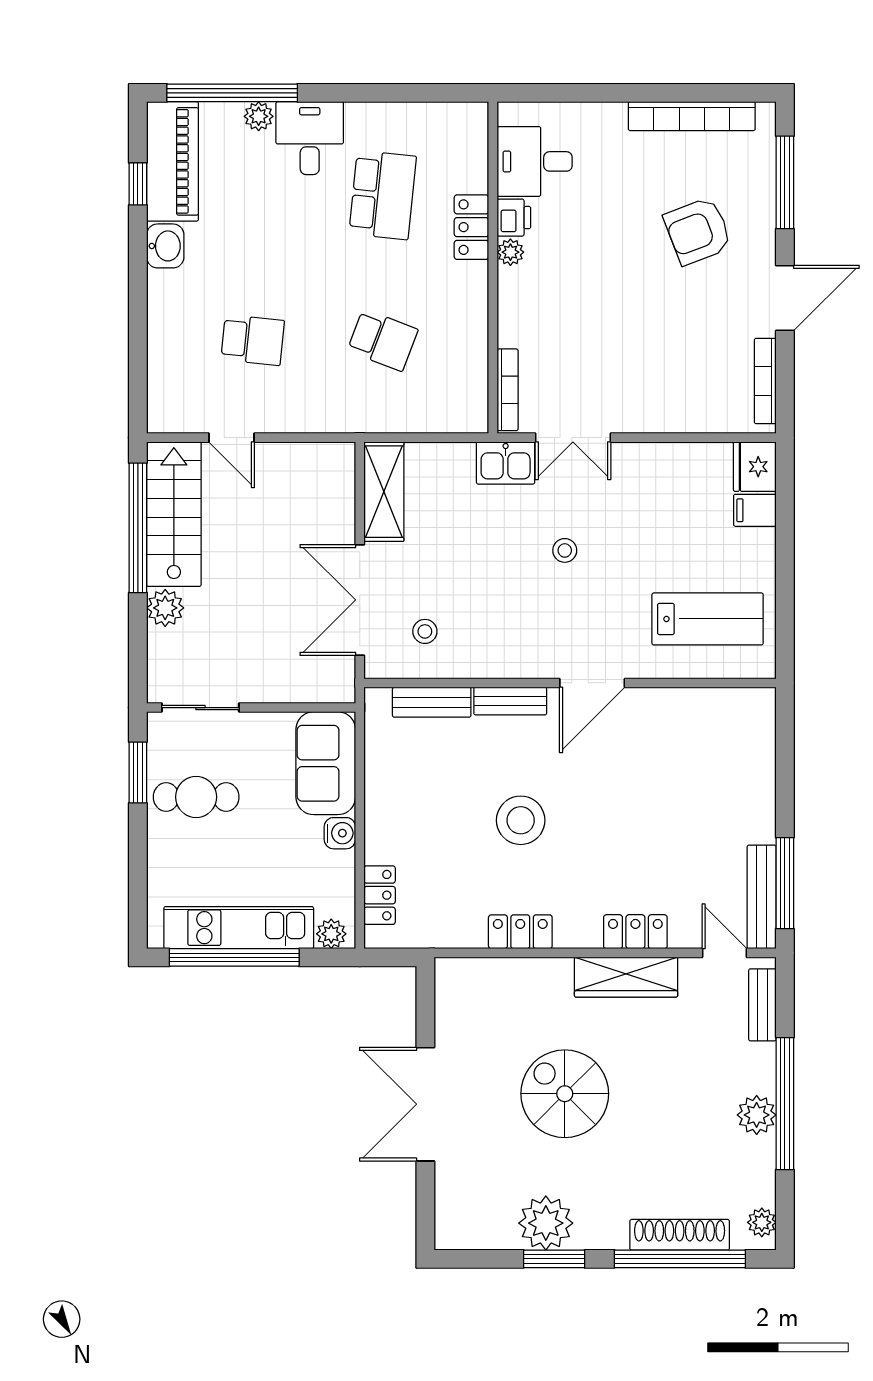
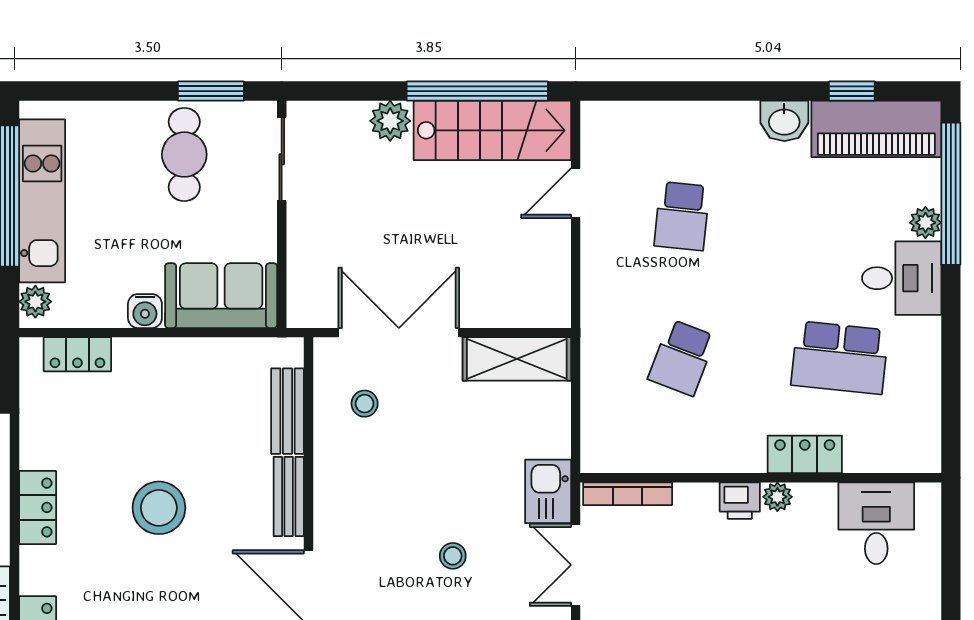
printer: (514, 218) -> (740, 501), moved

